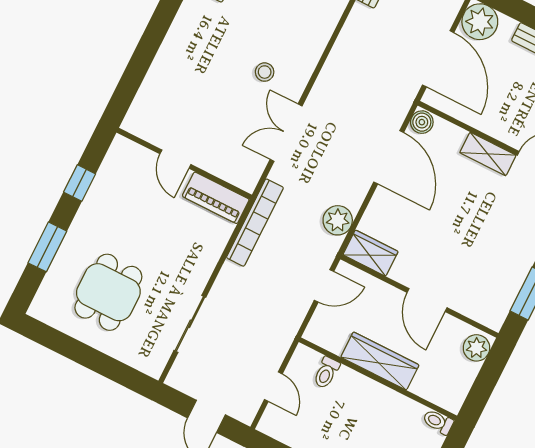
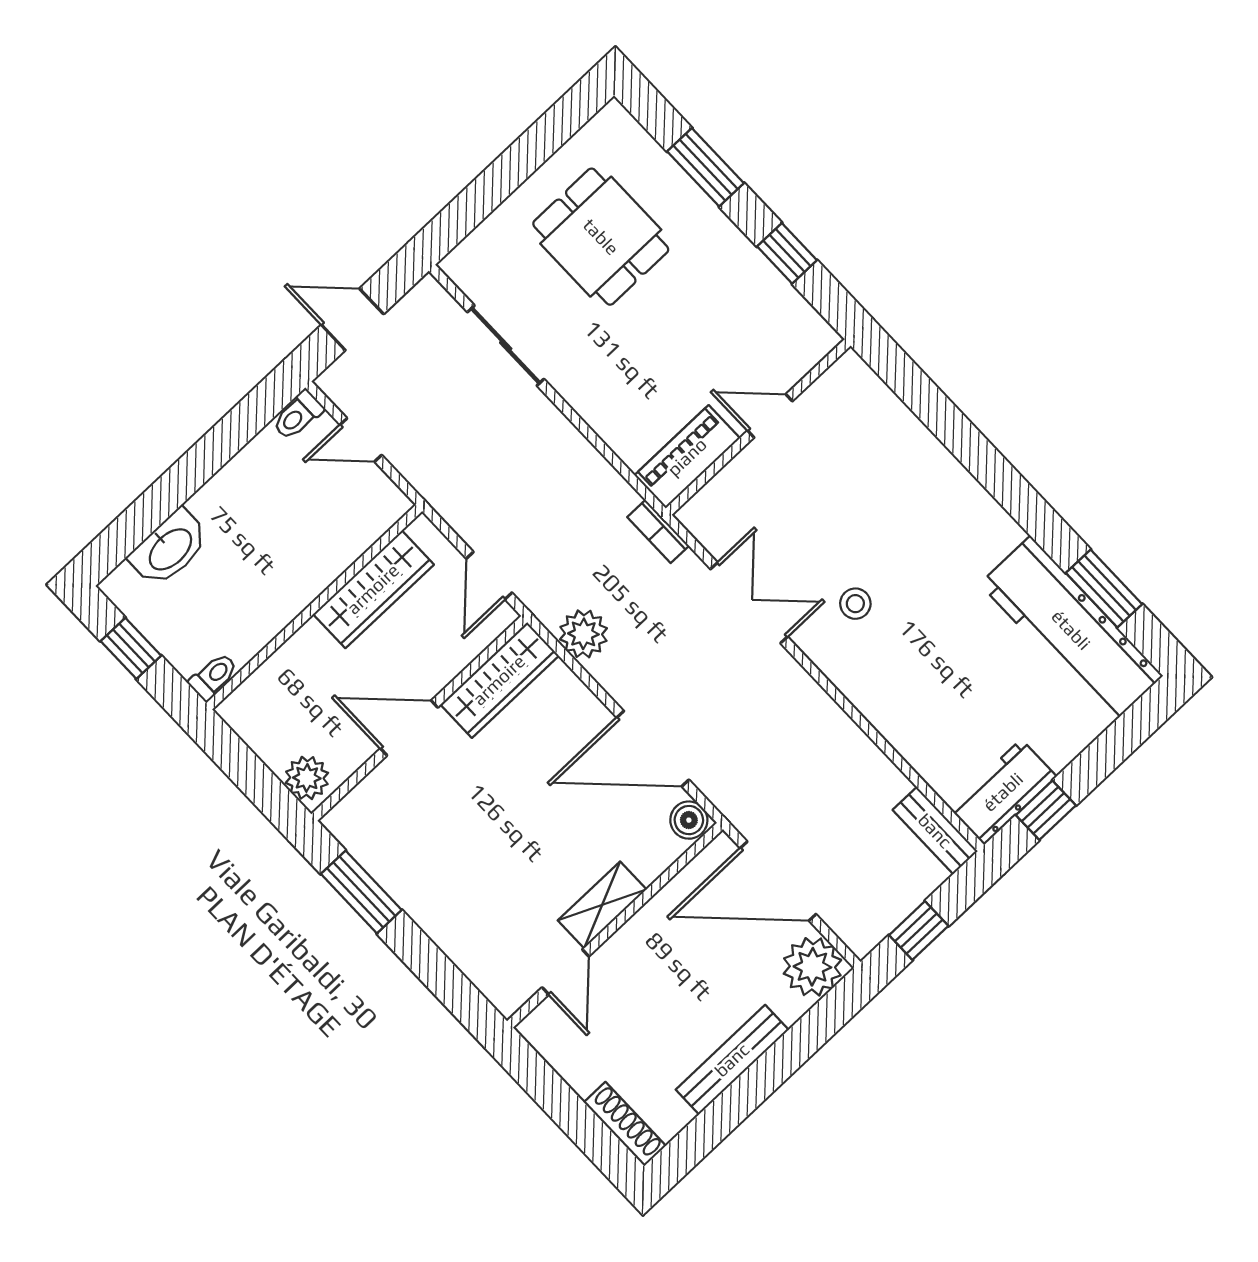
bookcase: (255, 223) -> (658, 531), width x0.43, depth x0.76
wardrobe: (371, 253) -> (499, 680), width x1.50
wardrobe: (380, 361) -> (373, 589), moved
toilet: (326, 373) -> (298, 415), moved, turned -90

